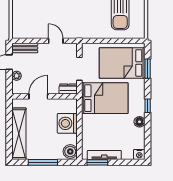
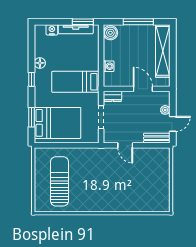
door: (38, 96) -> (143, 89), swing flipped
bed: (105, 98) -> (75, 82), width x0.67
washing machine: (67, 123) -> (109, 66), width x0.53, depth x0.53
nightstand: (139, 154) -> (52, 30), moved

